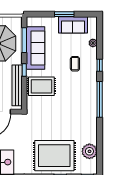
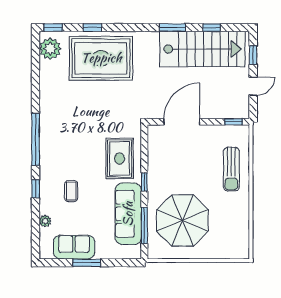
bench: (17, 85) -> (155, 160), removed
rug: (41, 86) -> (120, 158), turned 90
plant: (89, 151) -> (50, 49), moved

